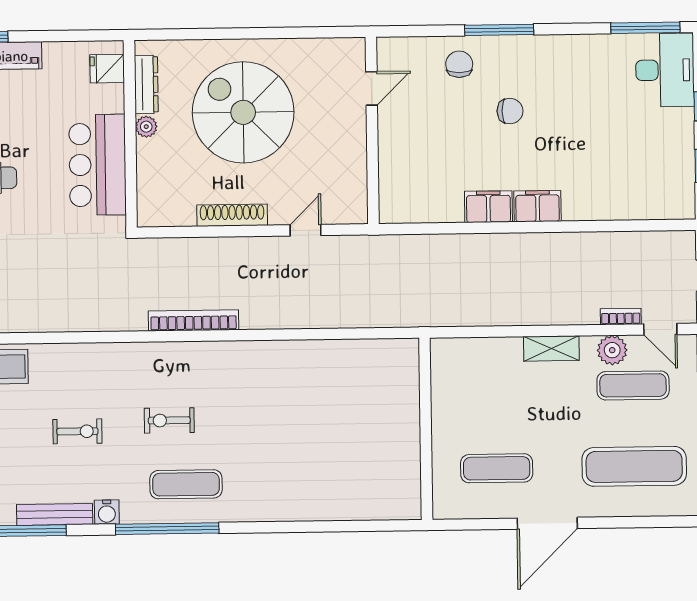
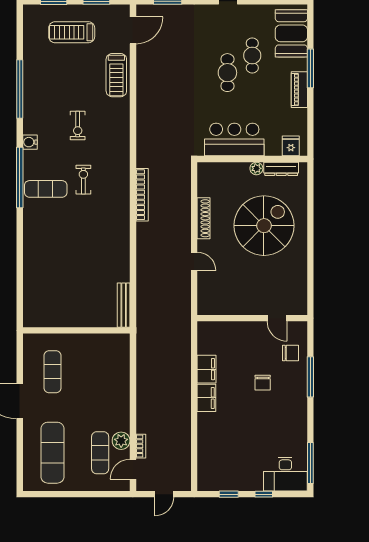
door: (372, 88) -> (277, 318), moved
wall: (372, 130) -> (252, 318), moved
shelving: (551, 348) -> (123, 405), removed
exercise mat: (186, 484) -> (46, 189), turned 90
bench: (55, 514) -> (124, 305), moved

